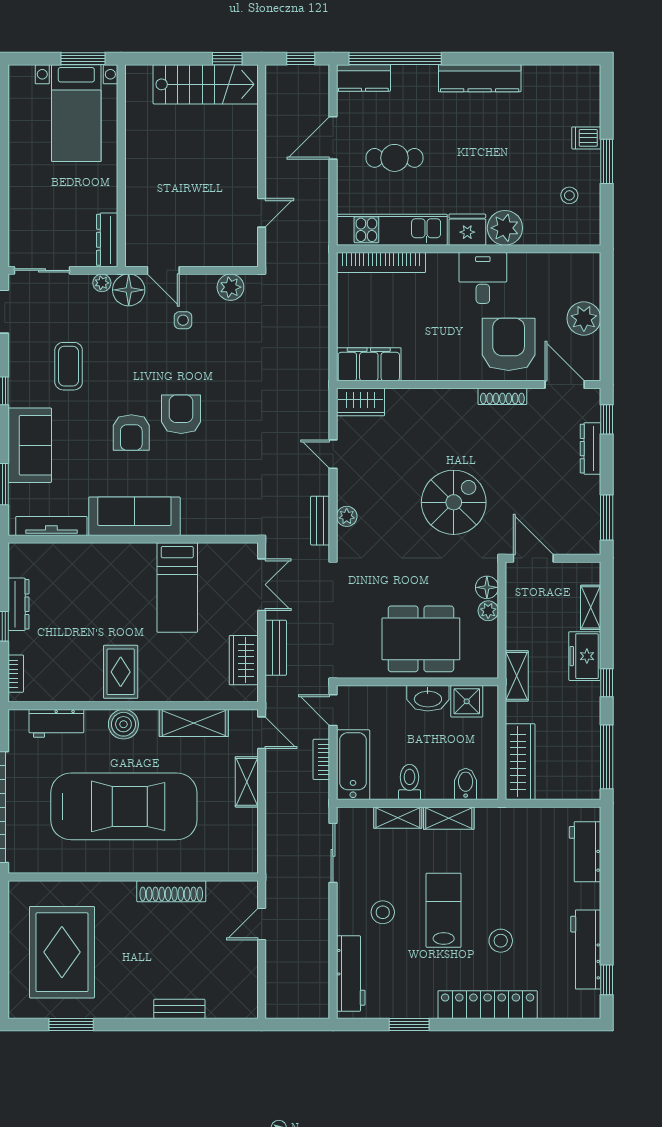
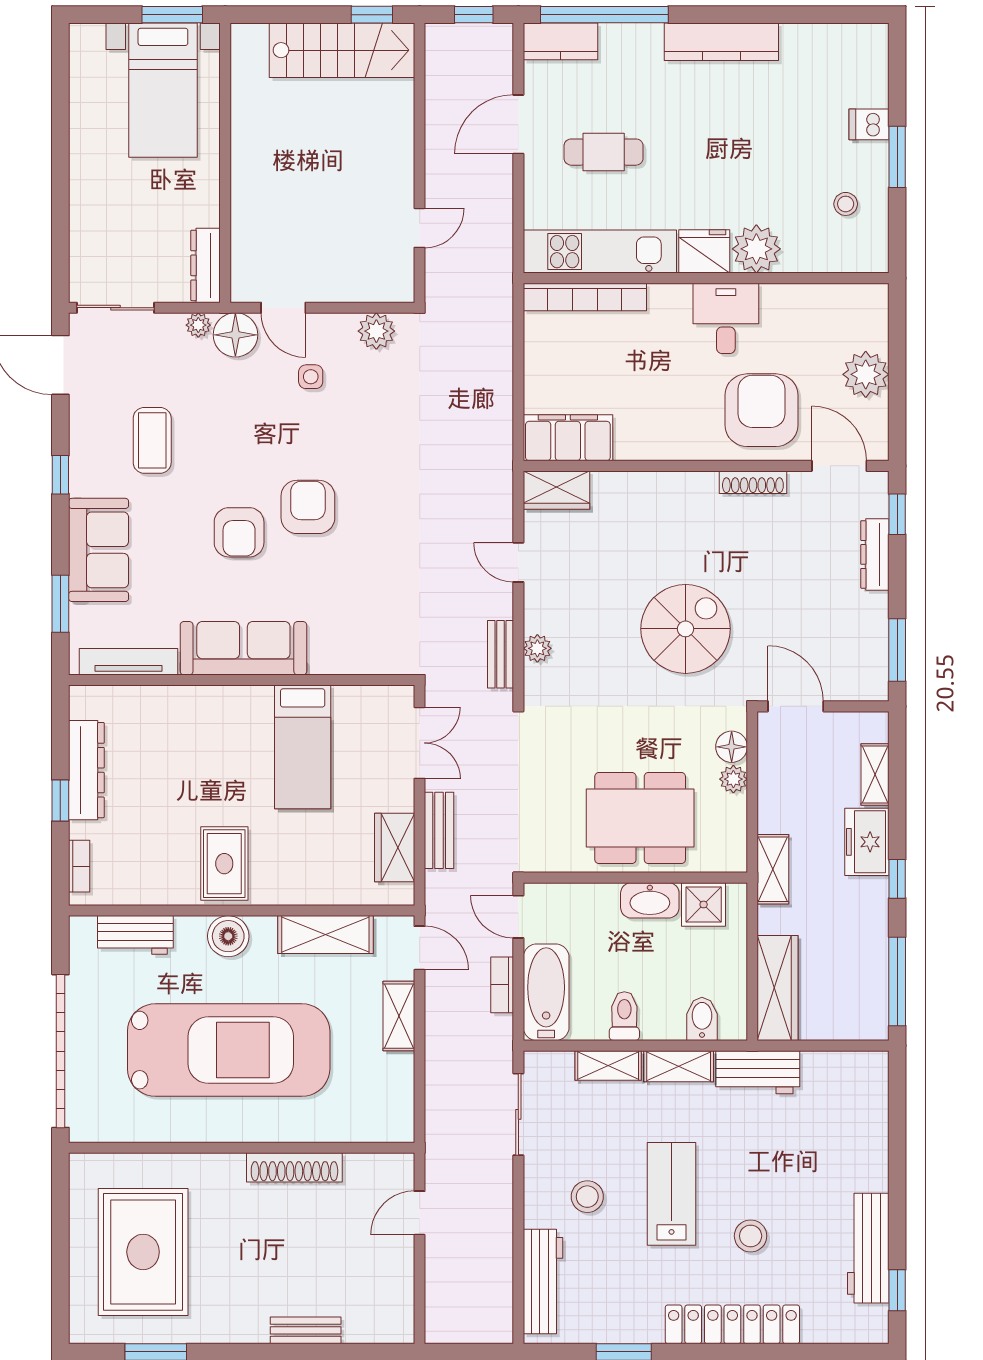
dresser: (19, 604) -> (86, 770), width x1.37, depth x1.24
workbench: (585, 852) -> (758, 1072), moved, turned -90

